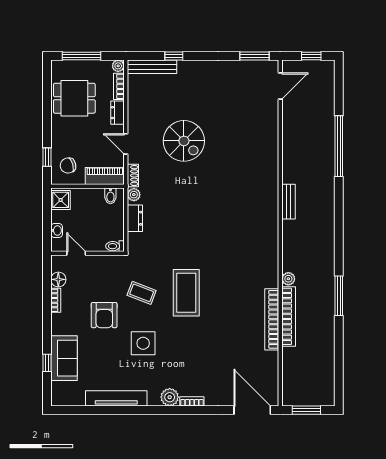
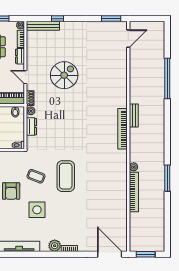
window: (311, 56) -> (149, 19), removed
spiral stairs: (184, 141) -> (64, 75), turned -90
bookcase: (272, 319) -> (123, 129), moved

